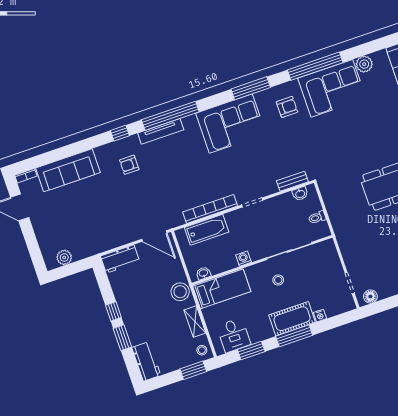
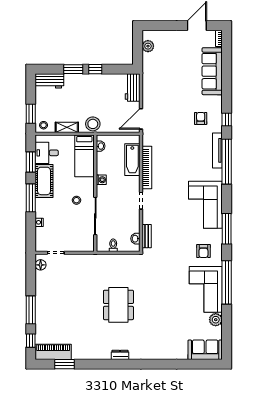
cot: (292, 319) -> (44, 181), moved

